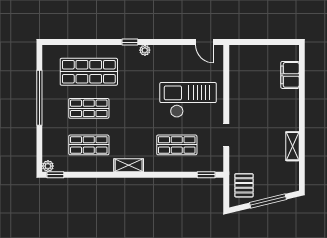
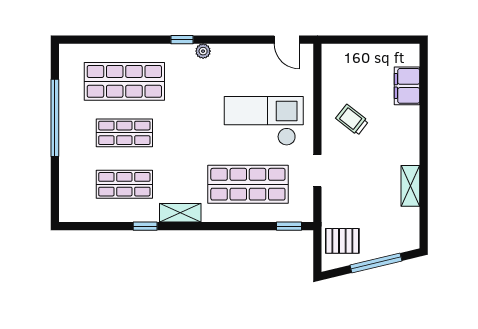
trolley: (251, 99) -> (352, 120), added
shop shelf: (177, 145) -> (248, 184), width x1.43, depth x1.36
plant: (48, 166) -> (67, 214), removed
window: (55, 175) -> (145, 226), moved
pallet: (244, 185) -> (342, 241), turned 90

